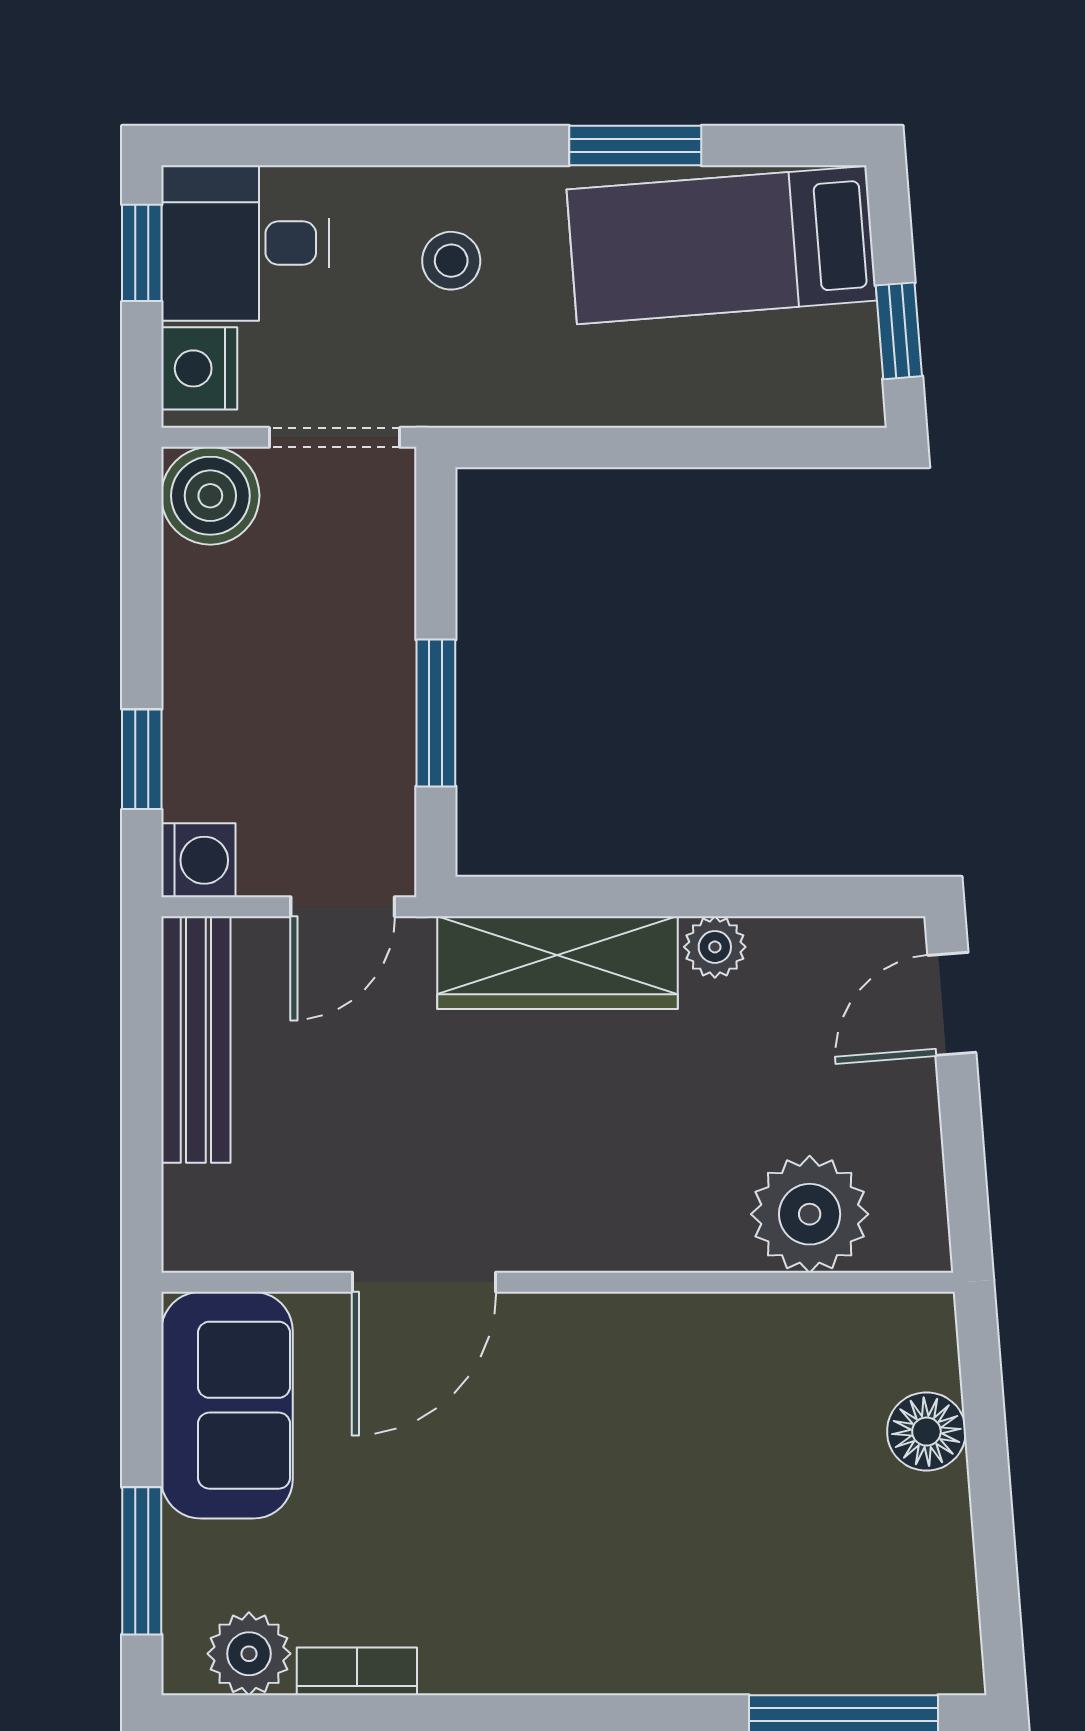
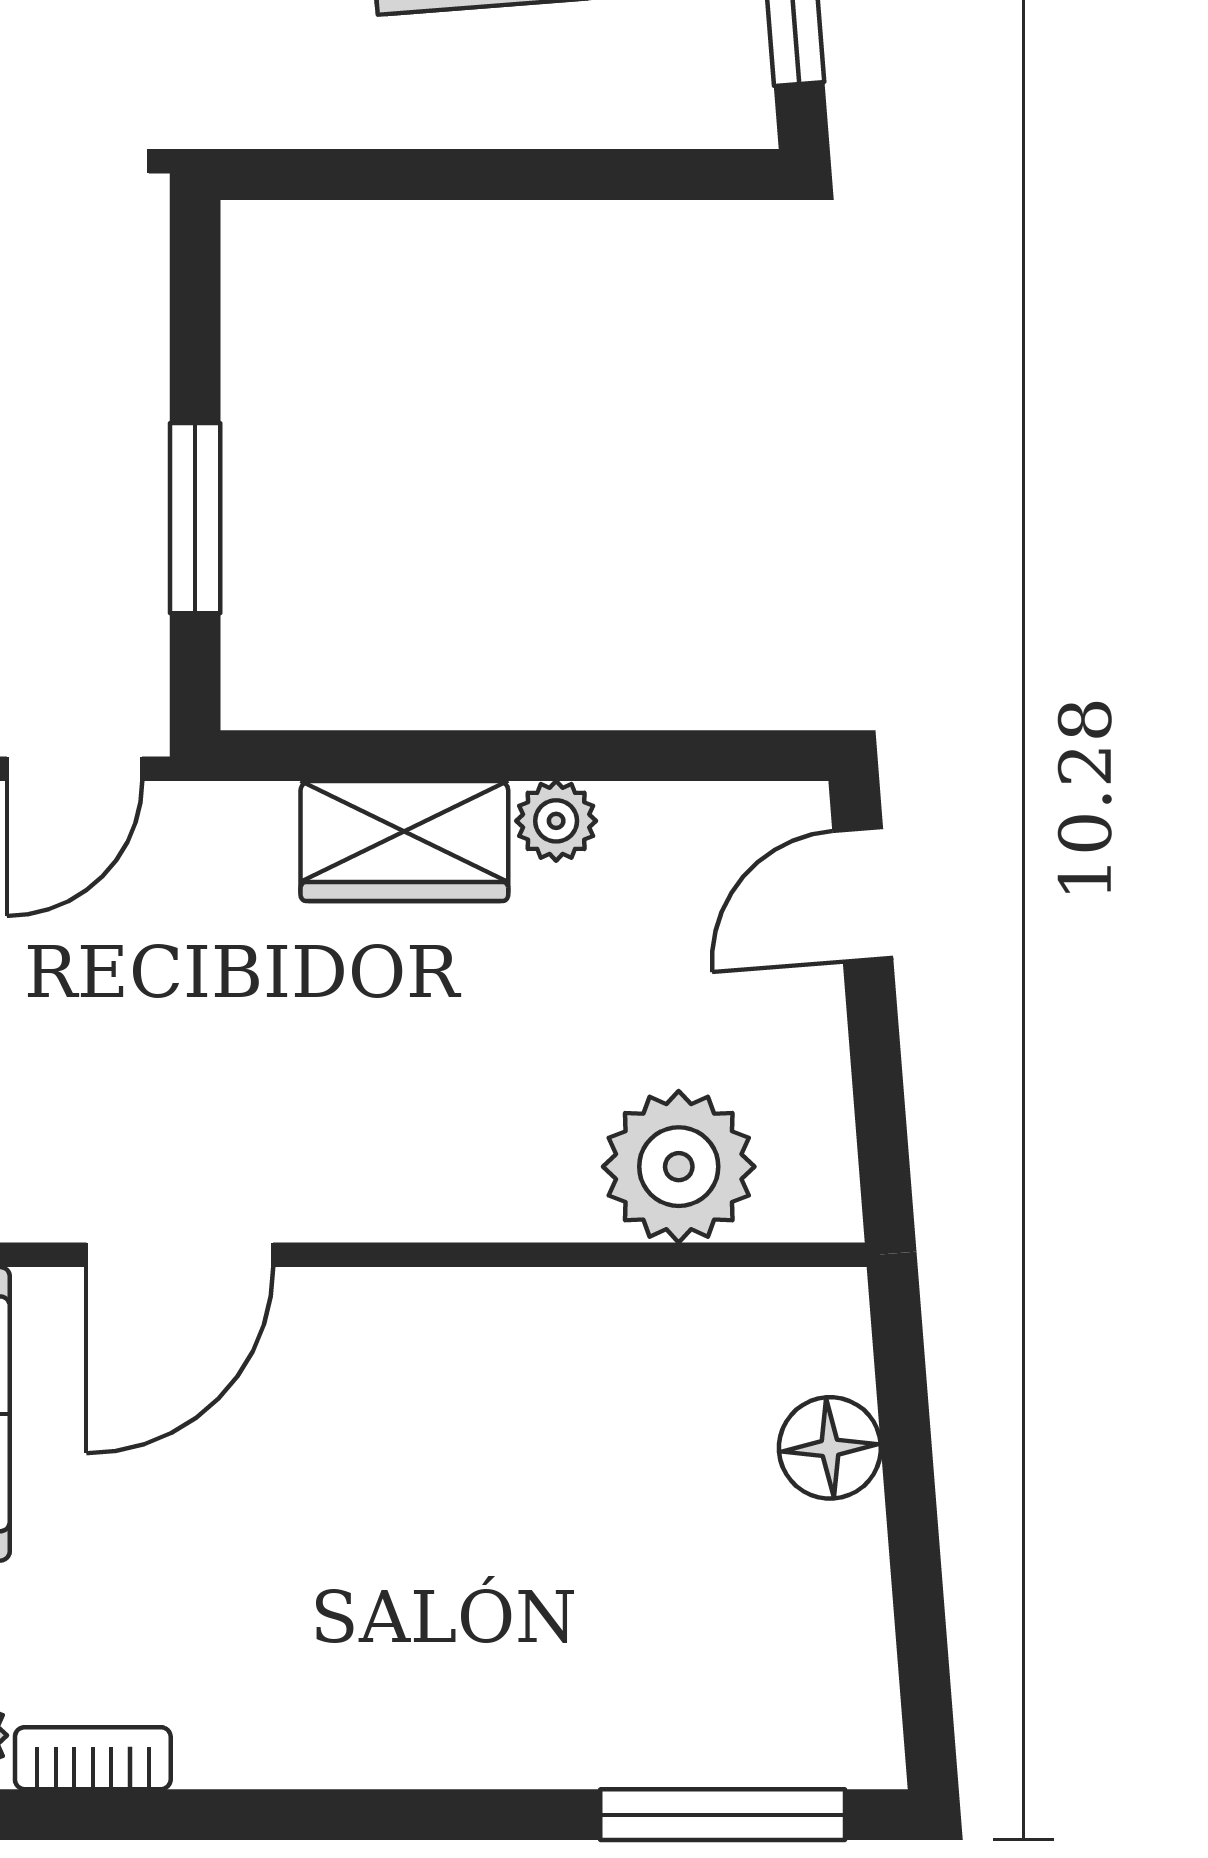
wardrobe: (558, 963) -> (404, 841), width x0.67

